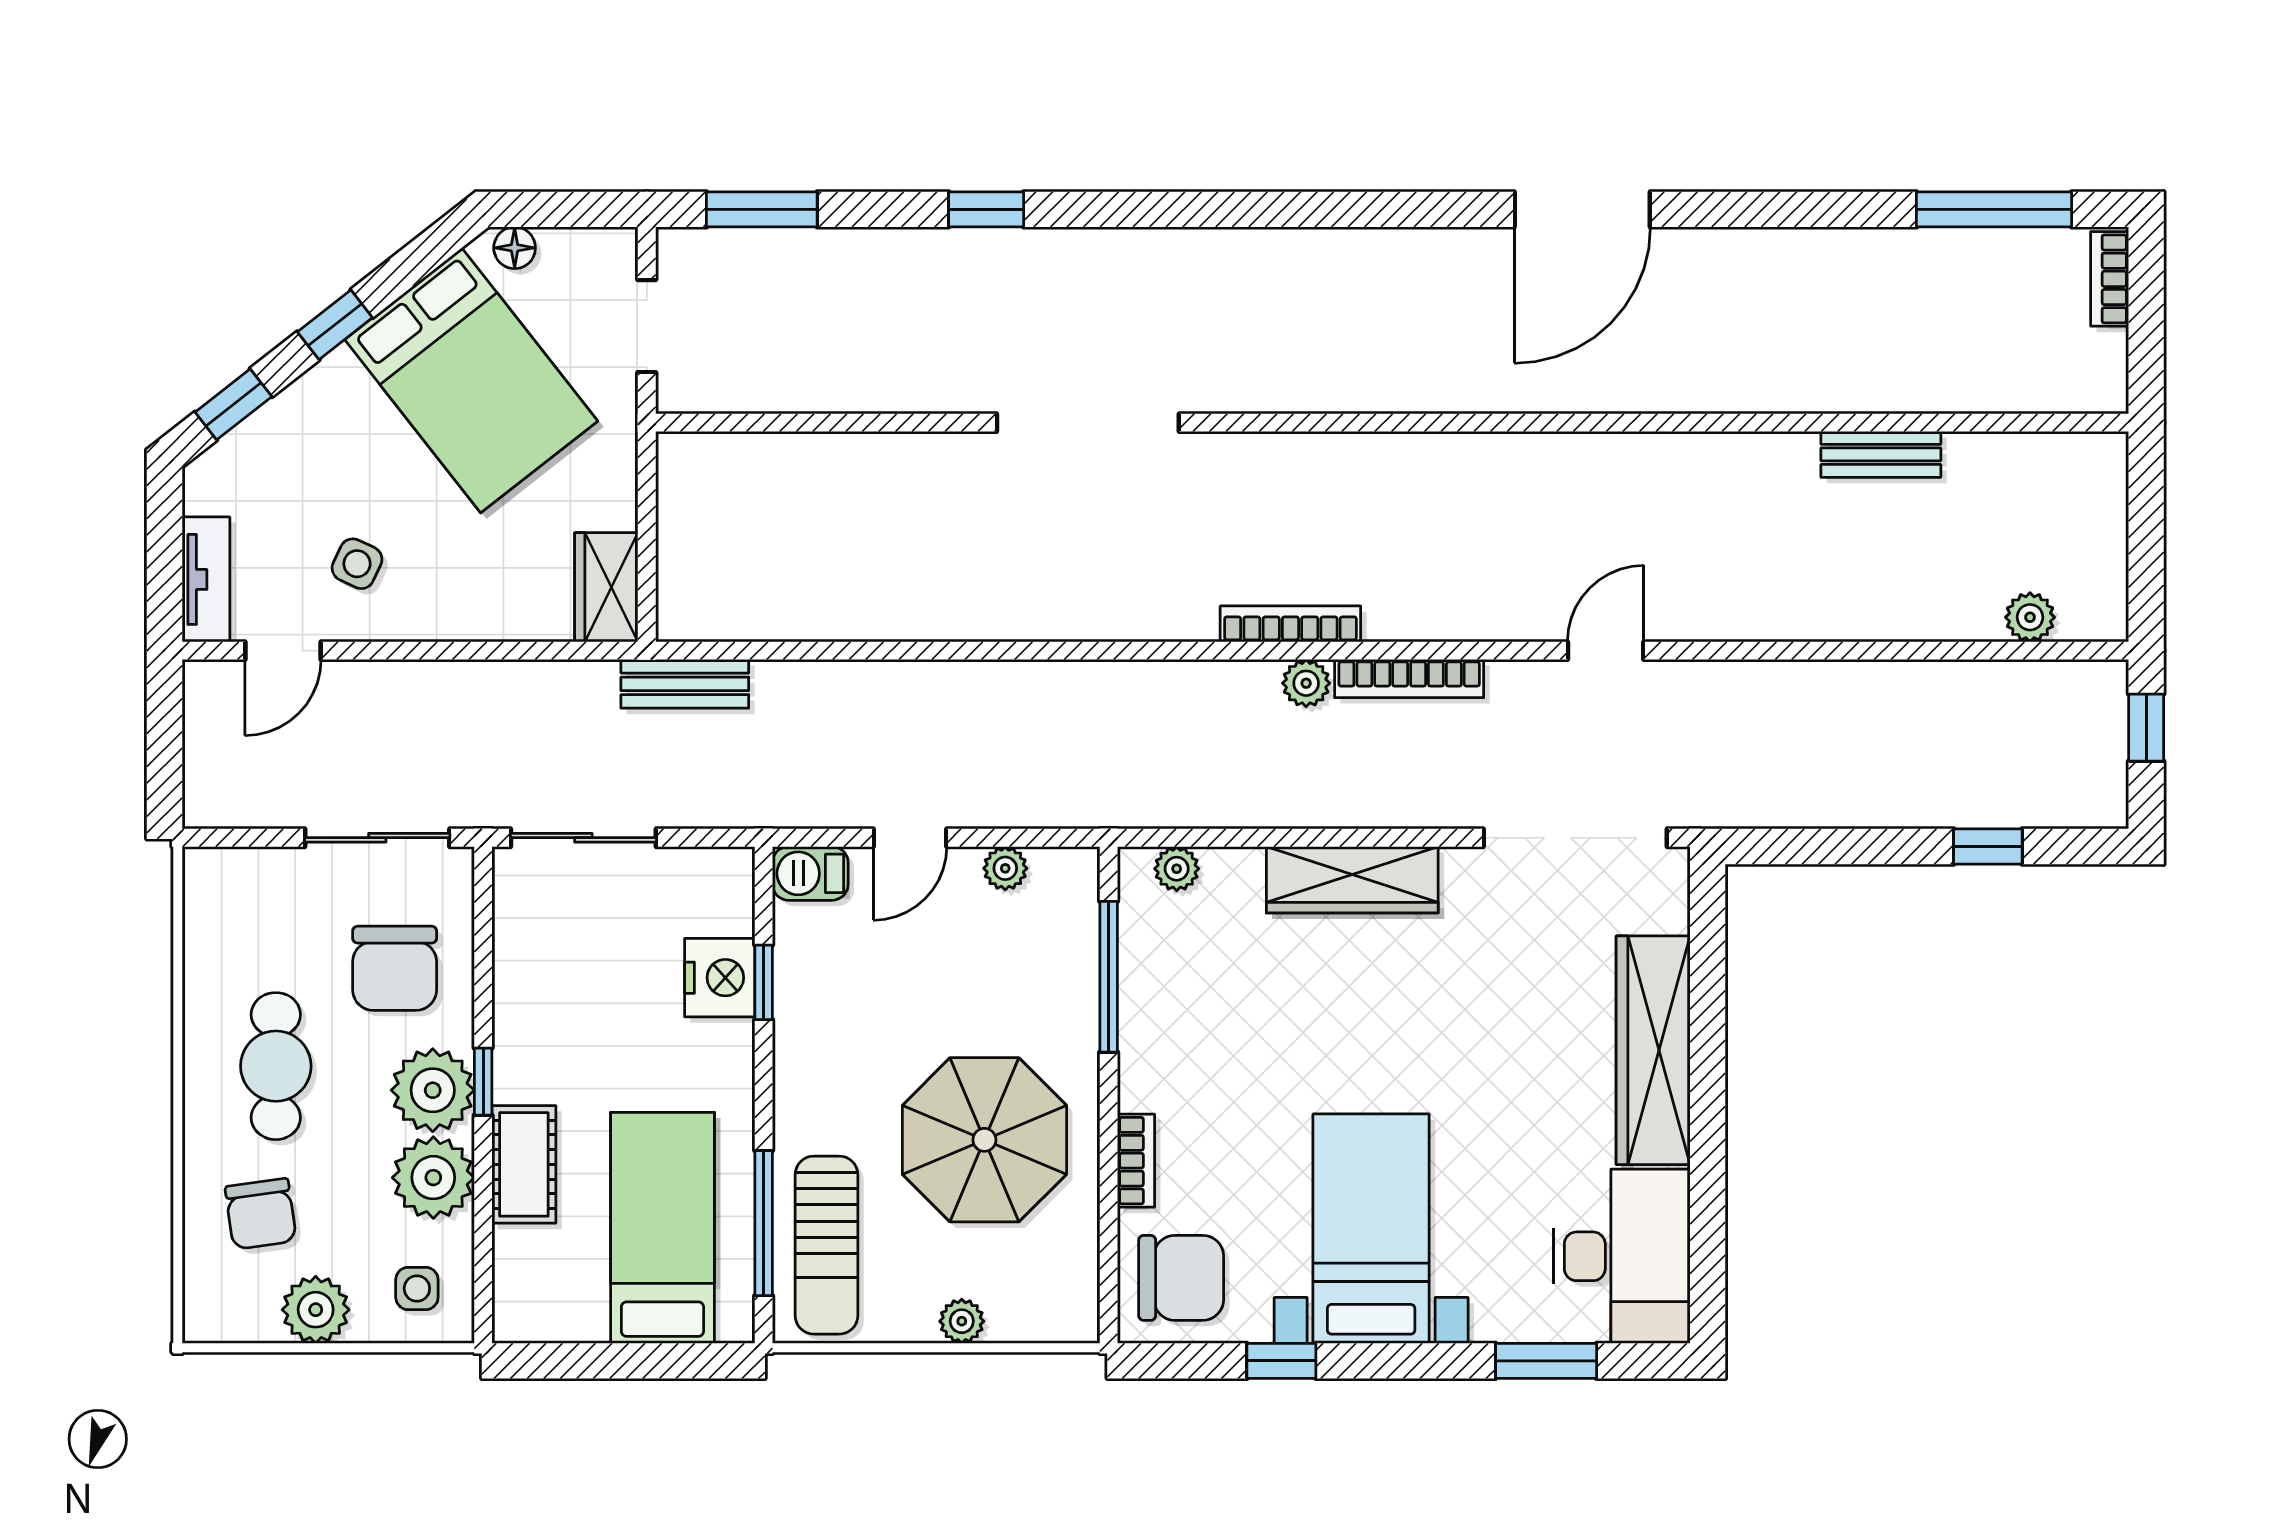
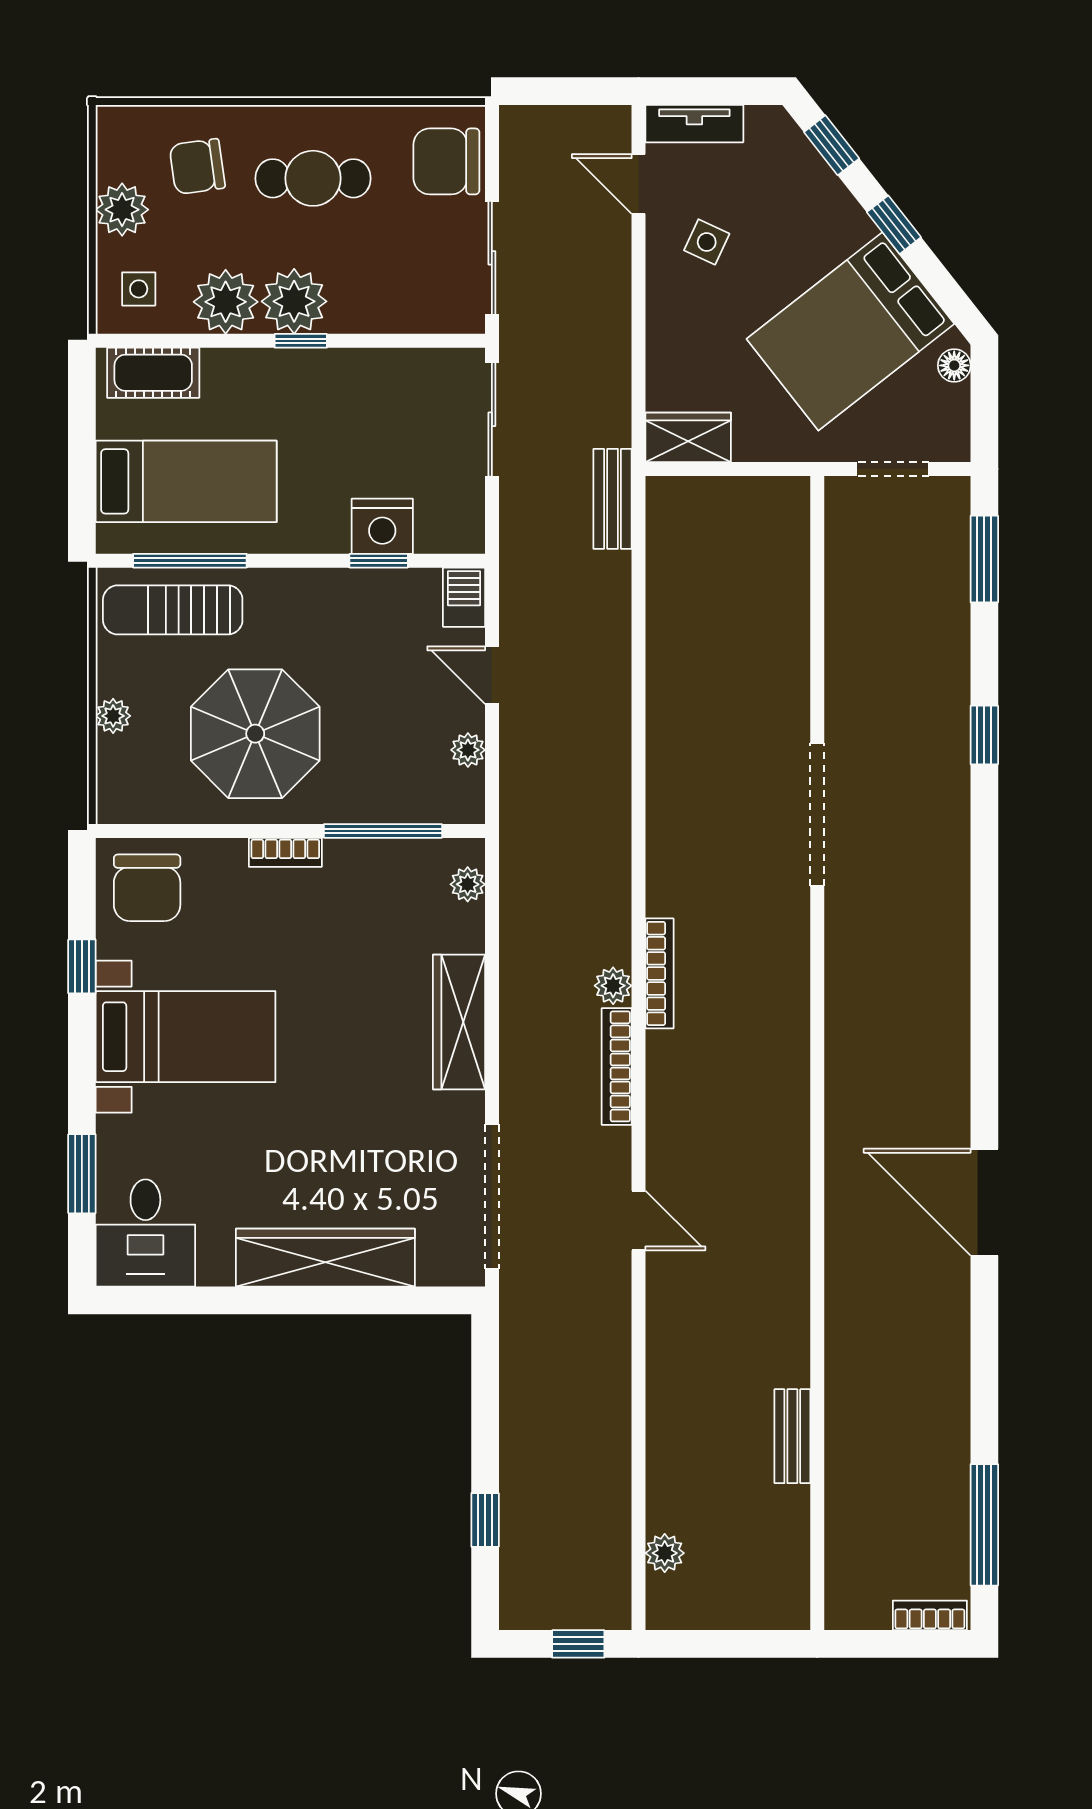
chair: (395, 968) -> (446, 161), moved
bookcase: (1136, 1161) -> (285, 852), moved
cot: (524, 1164) -> (153, 373), moved
desk: (1622, 1256) -> (145, 1233), width x0.73

